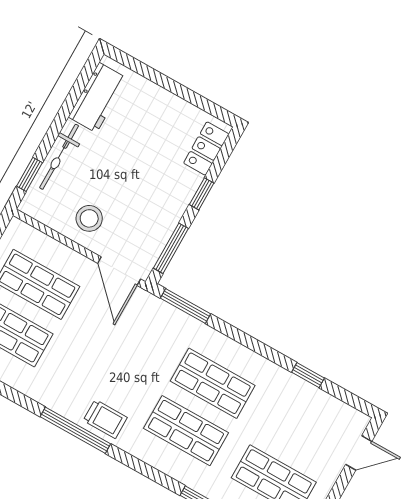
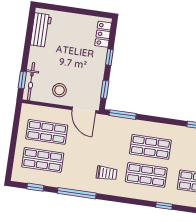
bicycle: (59, 157) -> (31, 81), moved
window: (171, 248) -> (105, 89), width x0.67
trolley: (105, 419) -> (107, 173), moved
window: (75, 430) -> (77, 193), moved

